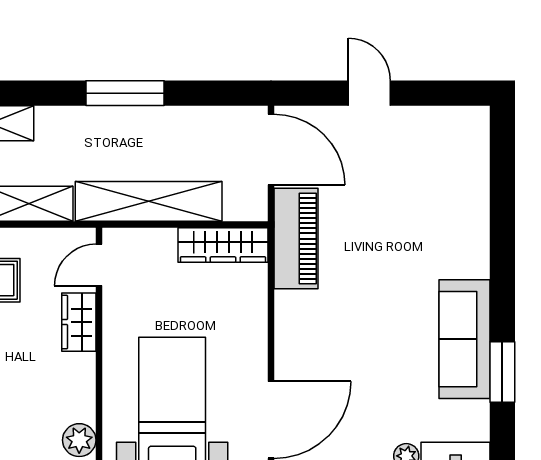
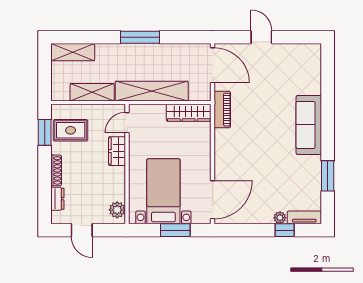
piano: (296, 239) -> (222, 110), width x0.73, depth x0.75
sofa: (465, 339) -> (309, 125), moved

